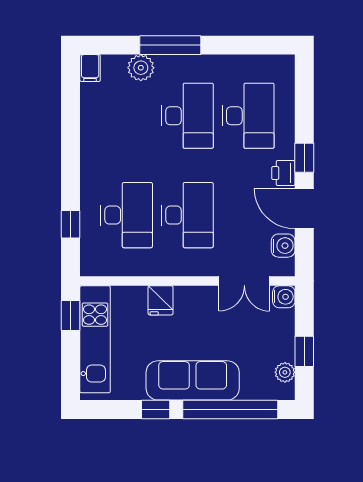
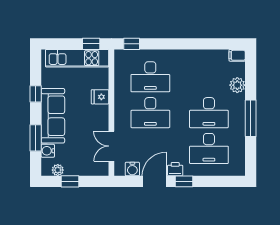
window: (170, 45) -> (251, 118), moved
window: (71, 224) -> (132, 44), moved
water cooler: (284, 297) -> (48, 151), moved, turned 90
window: (230, 410) -> (36, 138), width x0.47

